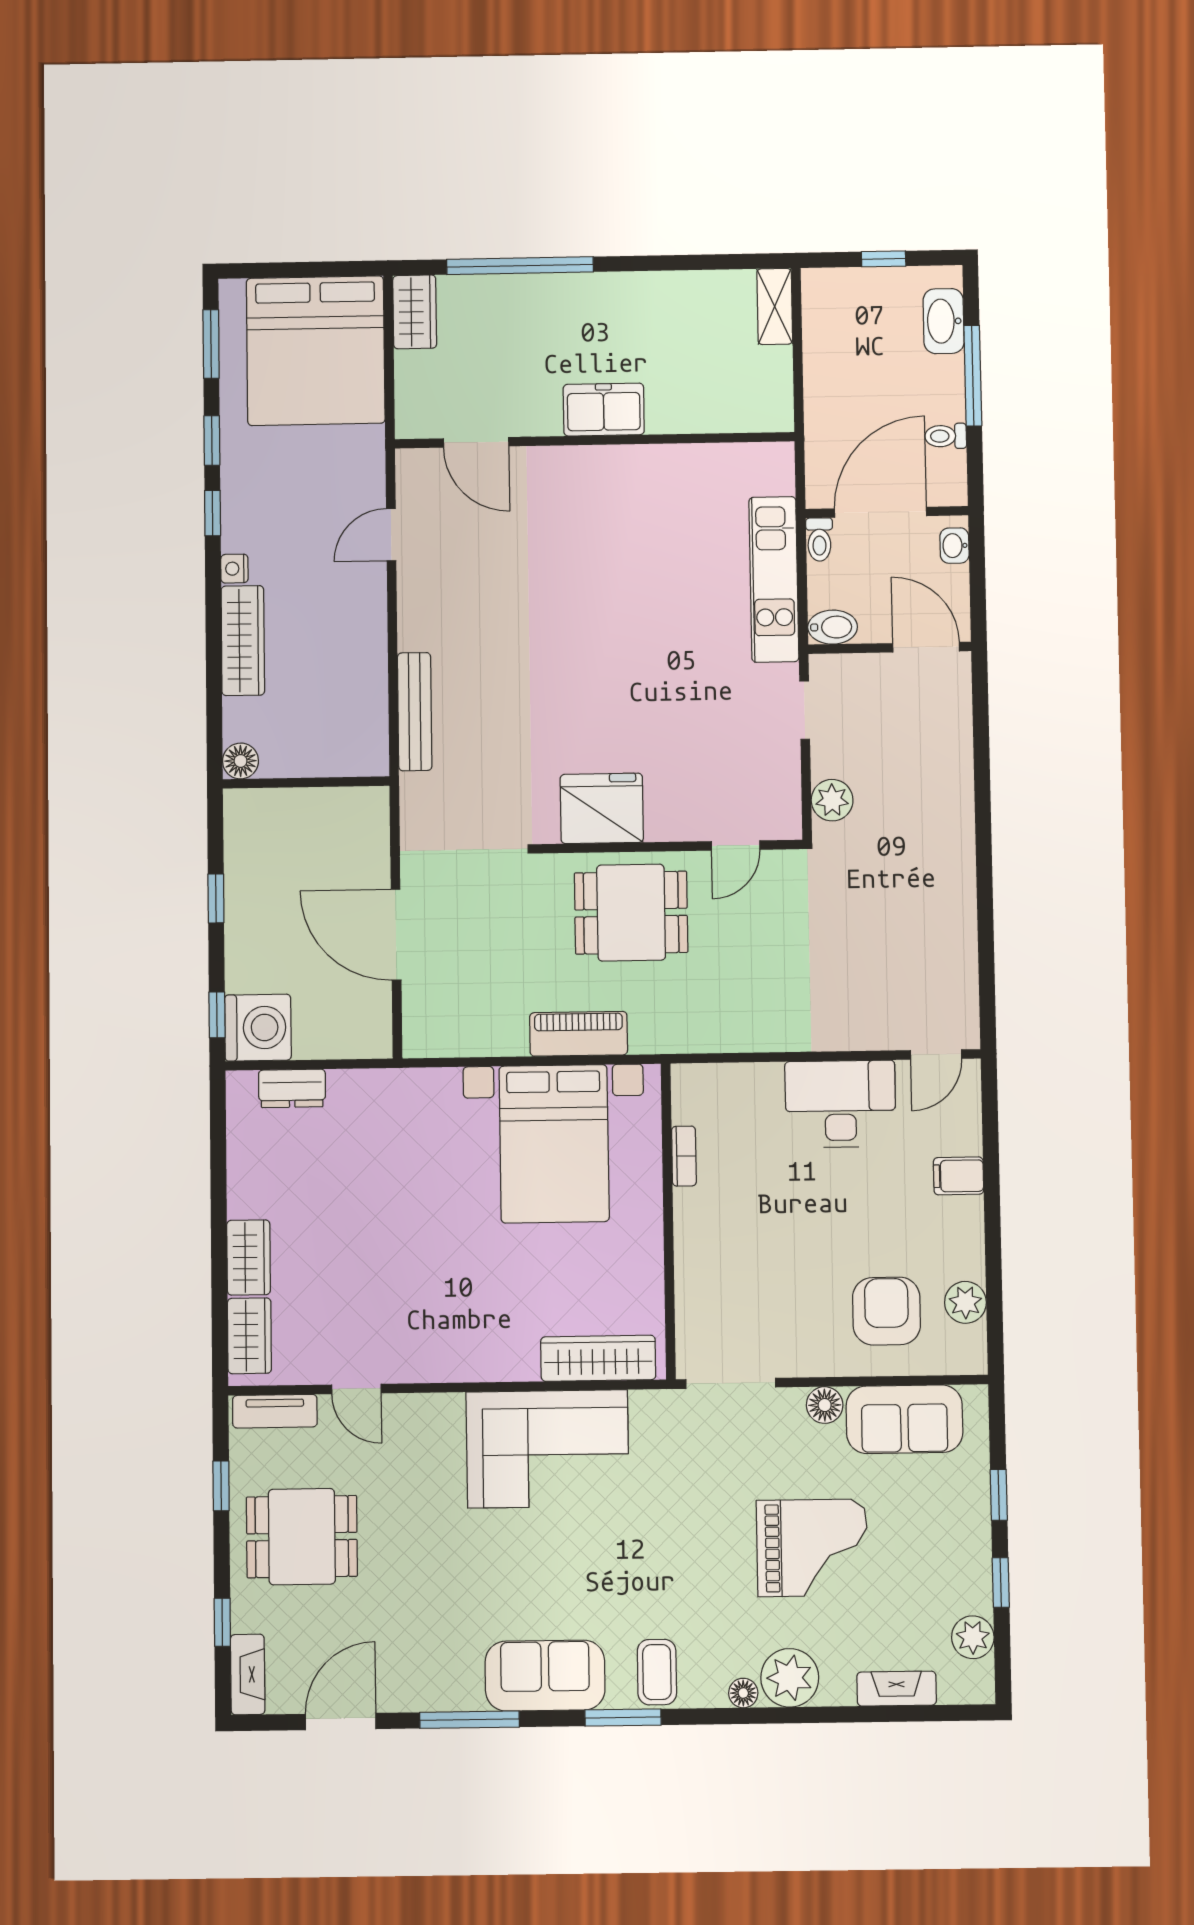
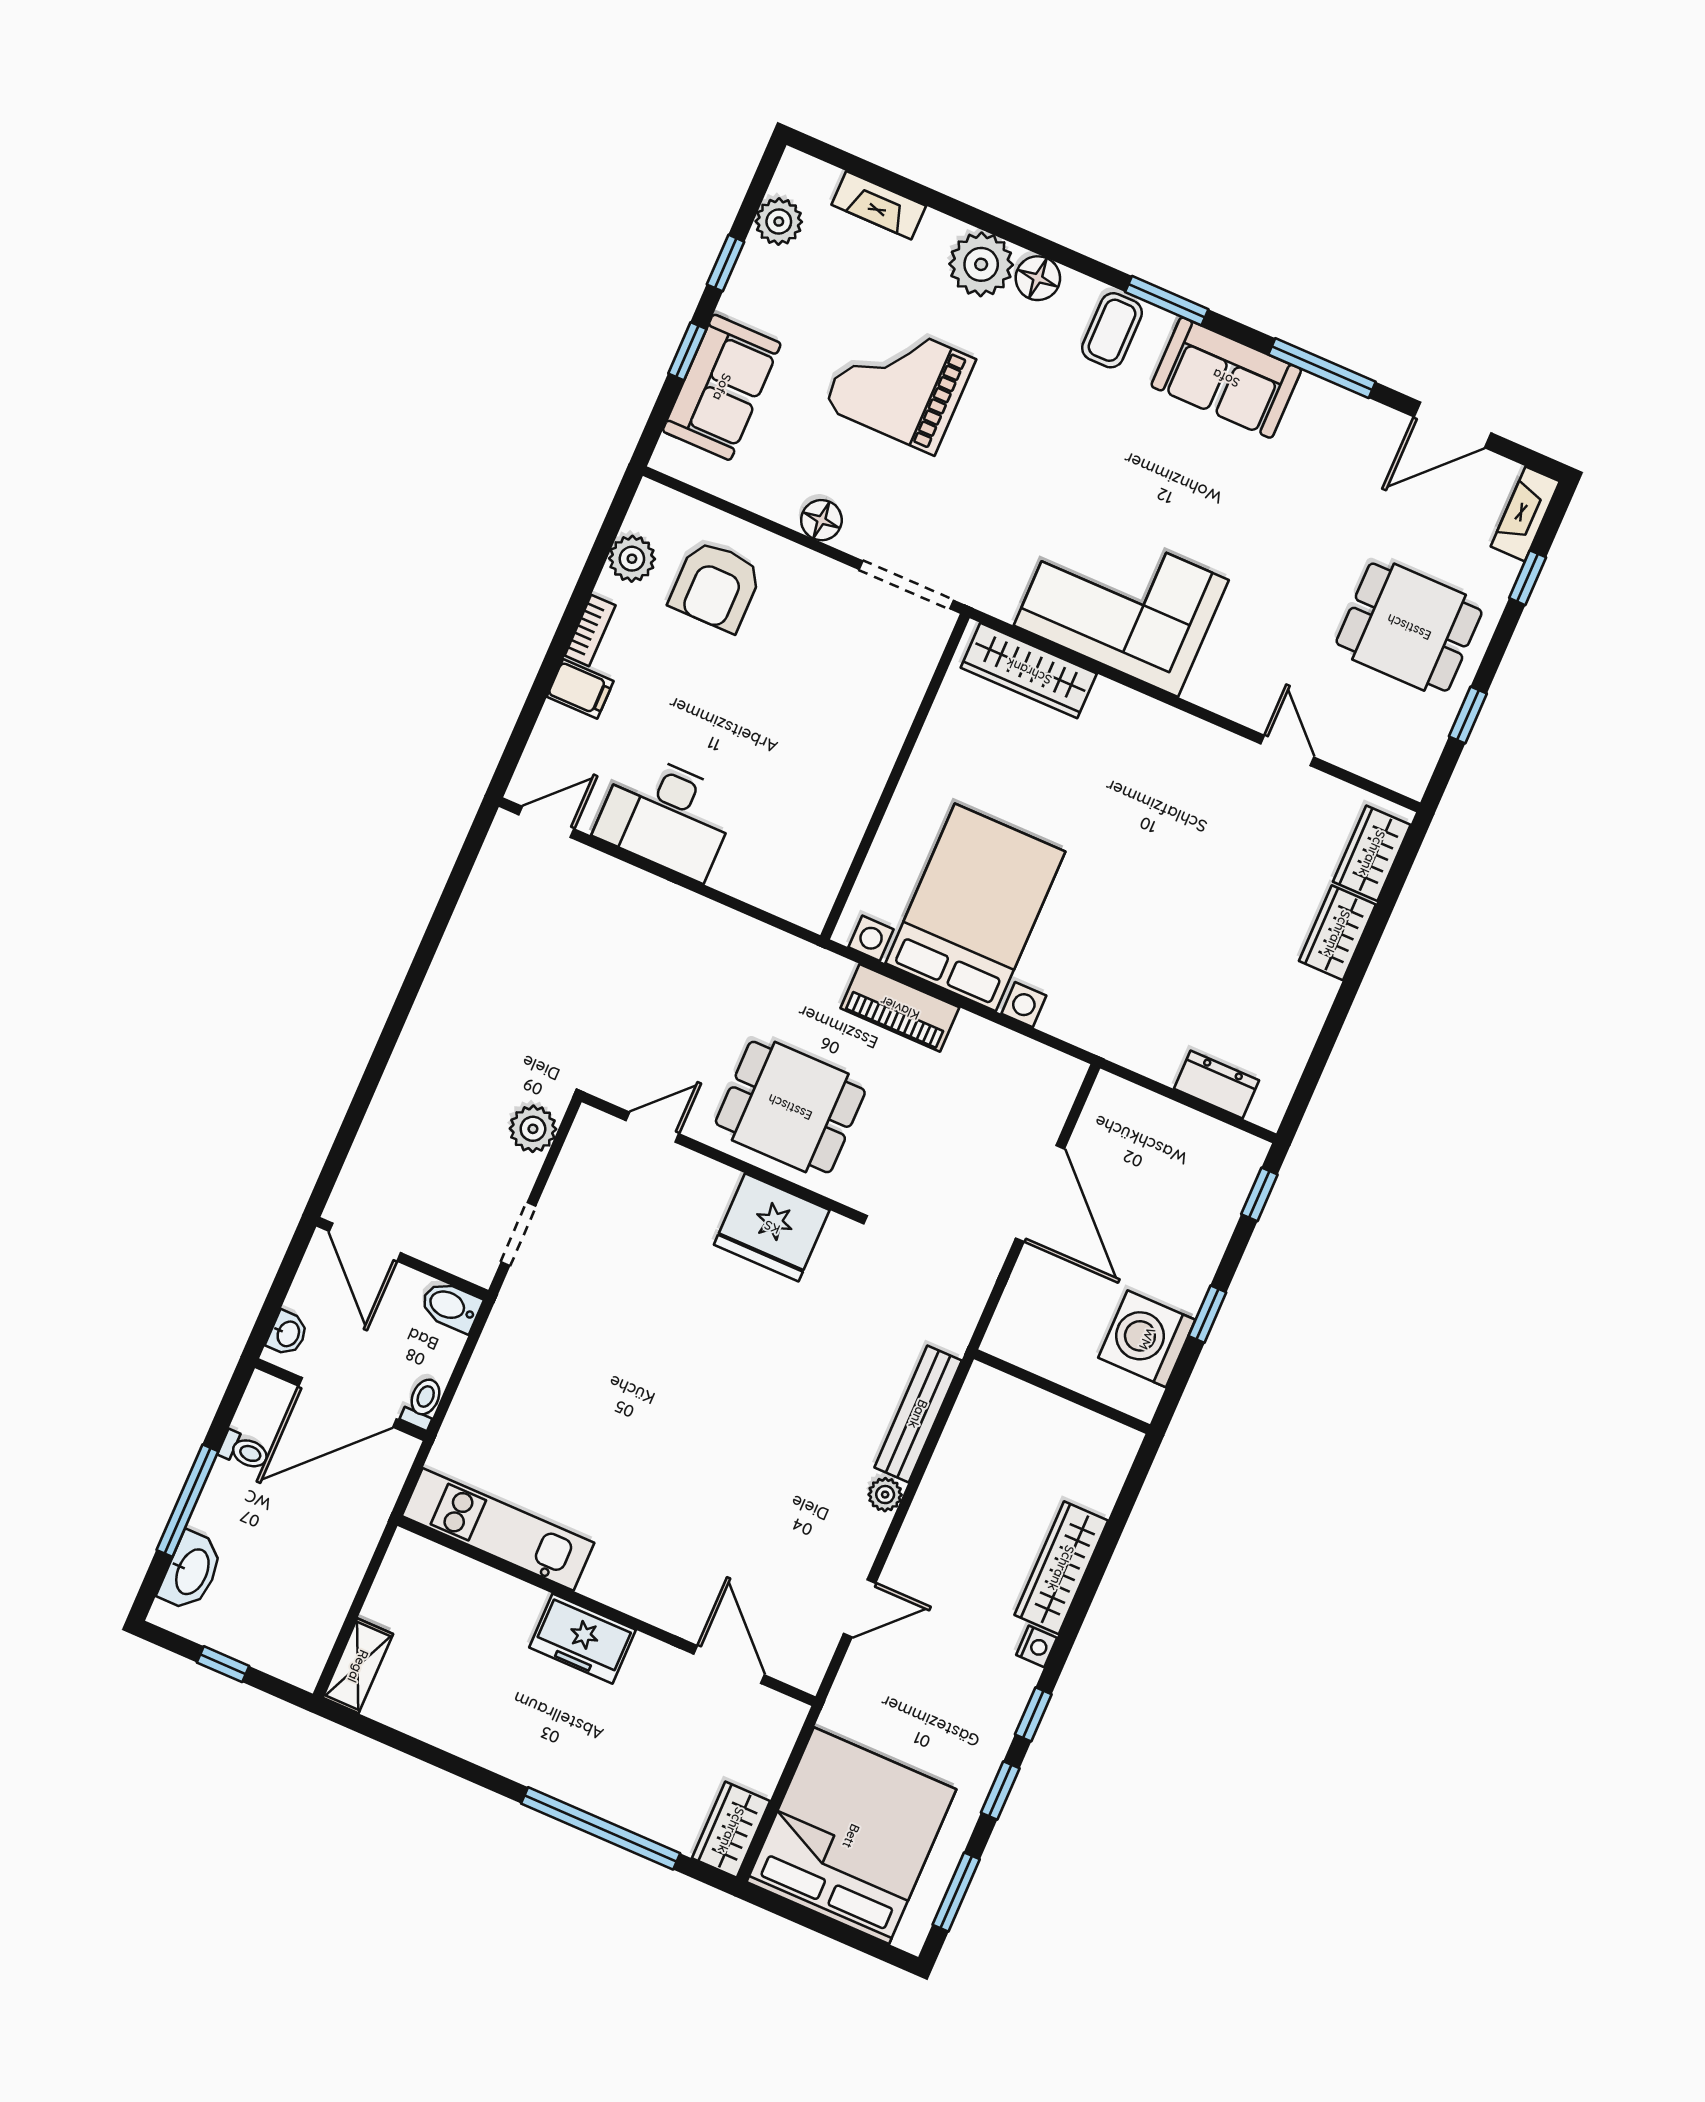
kitchen unit: (774, 579) -> (498, 1529), moved, turned -90
plant: (412, 635) -> (885, 1495), added
floor lamp: (241, 761) -> (1119, 1444), removed
washing machine: (258, 1028) -> (1147, 1339), moved
bookcase: (684, 1156) -> (590, 630), moved, turned 180
tv unit: (275, 1411) -> (1380, 765), removed
sofa: (904, 1419) -> (722, 387), moved, turned 90
floor lamp: (743, 1693) -> (1038, 278), width x1.37, depth x1.37

